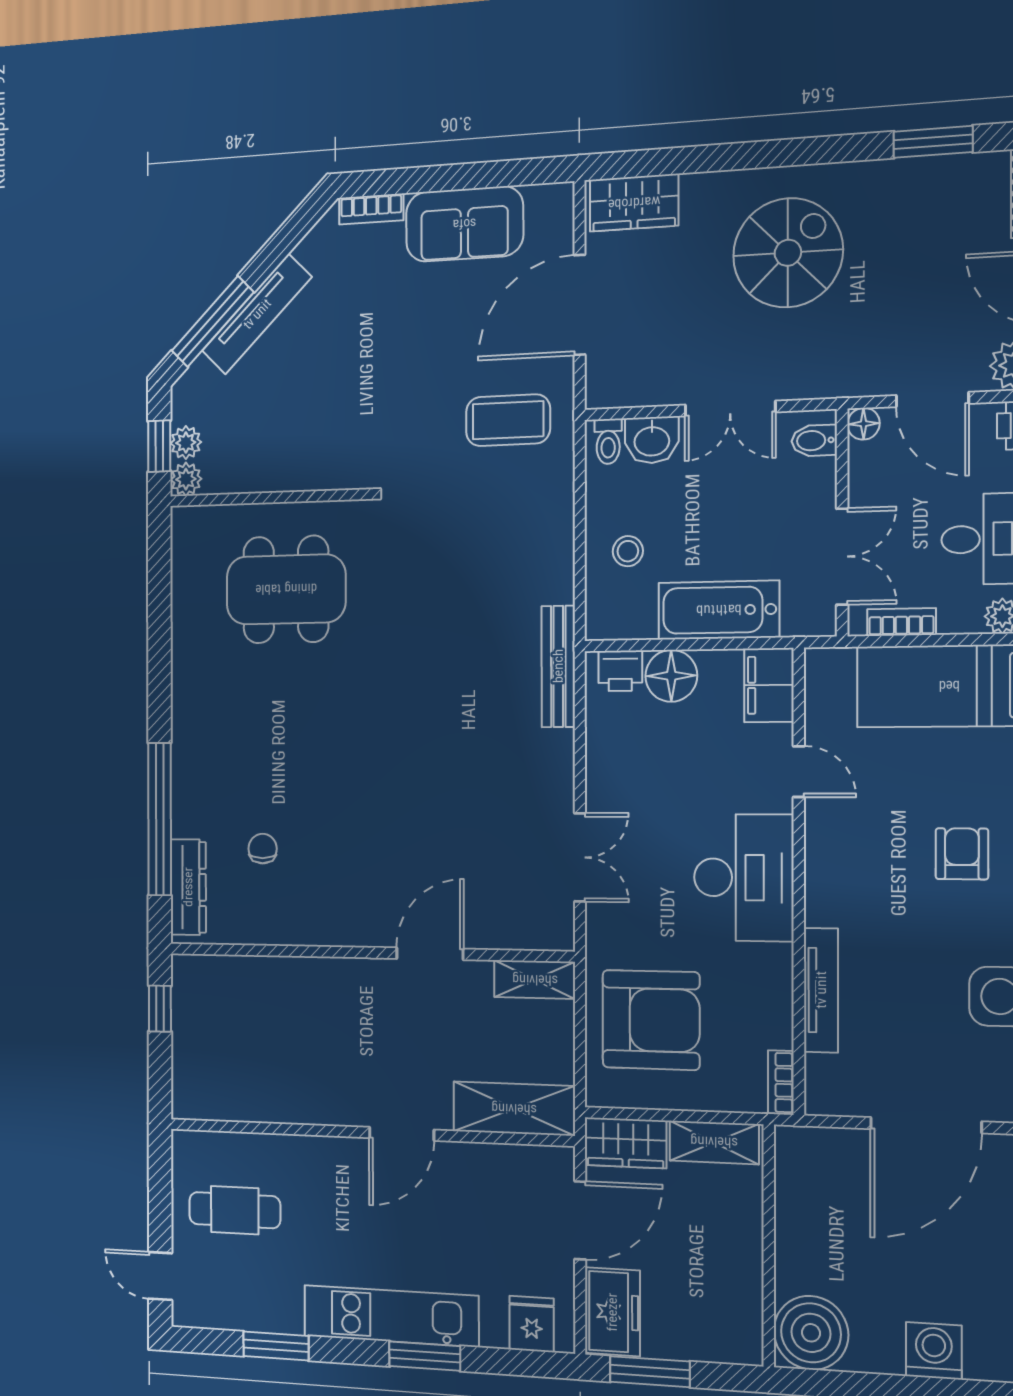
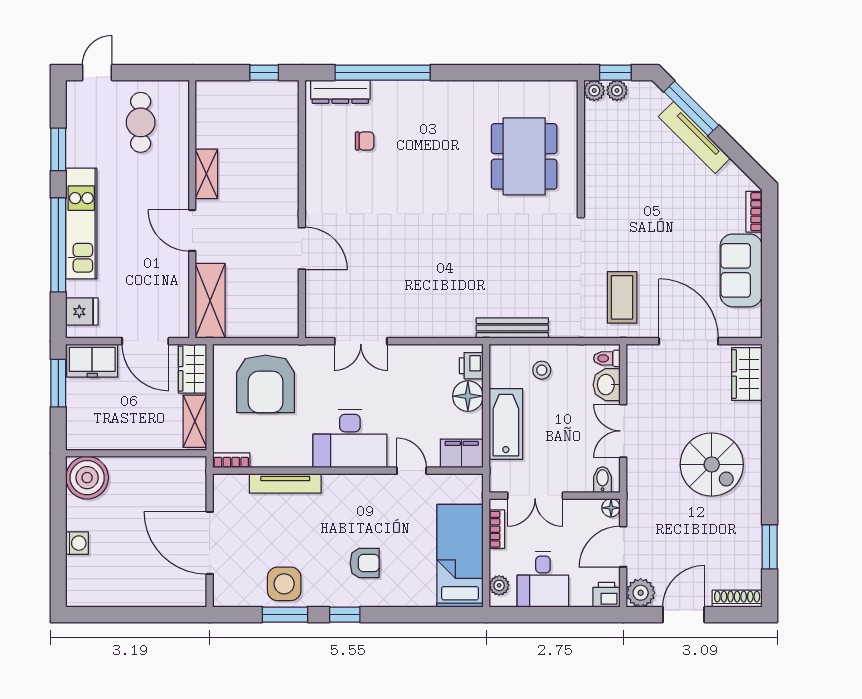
bench: (558, 666) -> (512, 328), moved
door: (799, 772) -> (412, 471), swing flipped
shelving: (535, 980) -> (206, 174), moved
washing machine: (934, 1351) -> (77, 543), width x0.73, depth x0.73
window: (425, 1356) -> (58, 245), width x2.11

